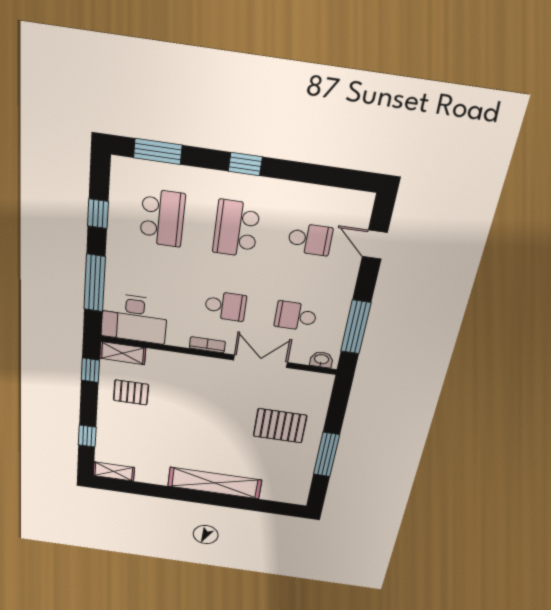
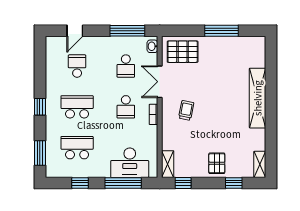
school desk: (236, 229) -> (77, 107), turned 180
school desk: (225, 306) -> (126, 107), turned 180
desk: (134, 319) -> (130, 163), moved, turned 90
trolley: (208, 391) -> (186, 110), added
pallet: (131, 392) -> (217, 163), moved
pallet: (280, 426) -> (183, 52), moved, turned 90

